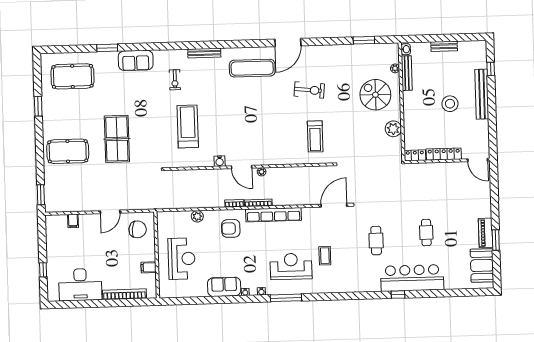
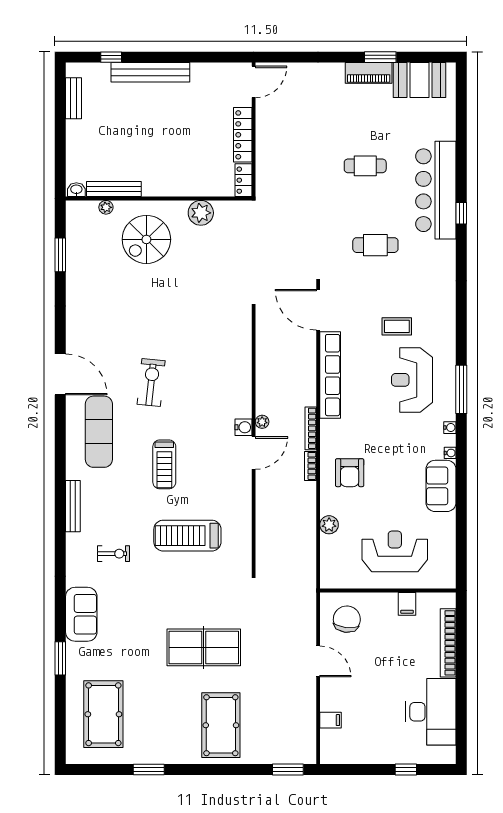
bench: (444, 46) -> (74, 98), moved
exercise bike: (309, 90) -> (151, 383), moved
stool: (450, 104) -> (164, 123), removed
treadmill: (315, 136) -> (164, 464), moved, turned 90
water cooler: (220, 161) -> (243, 427), moved
row of seats: (273, 215) -> (330, 375), moved

